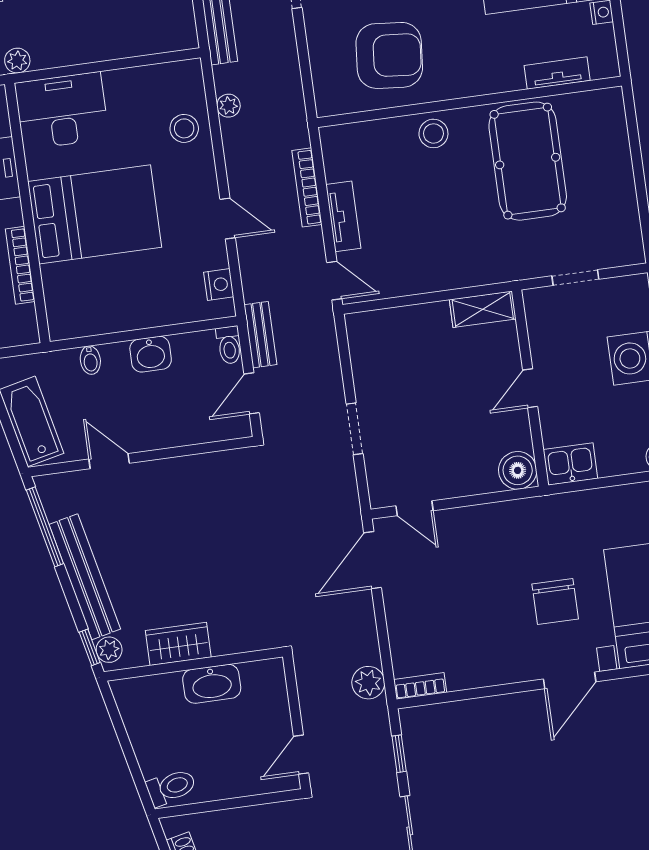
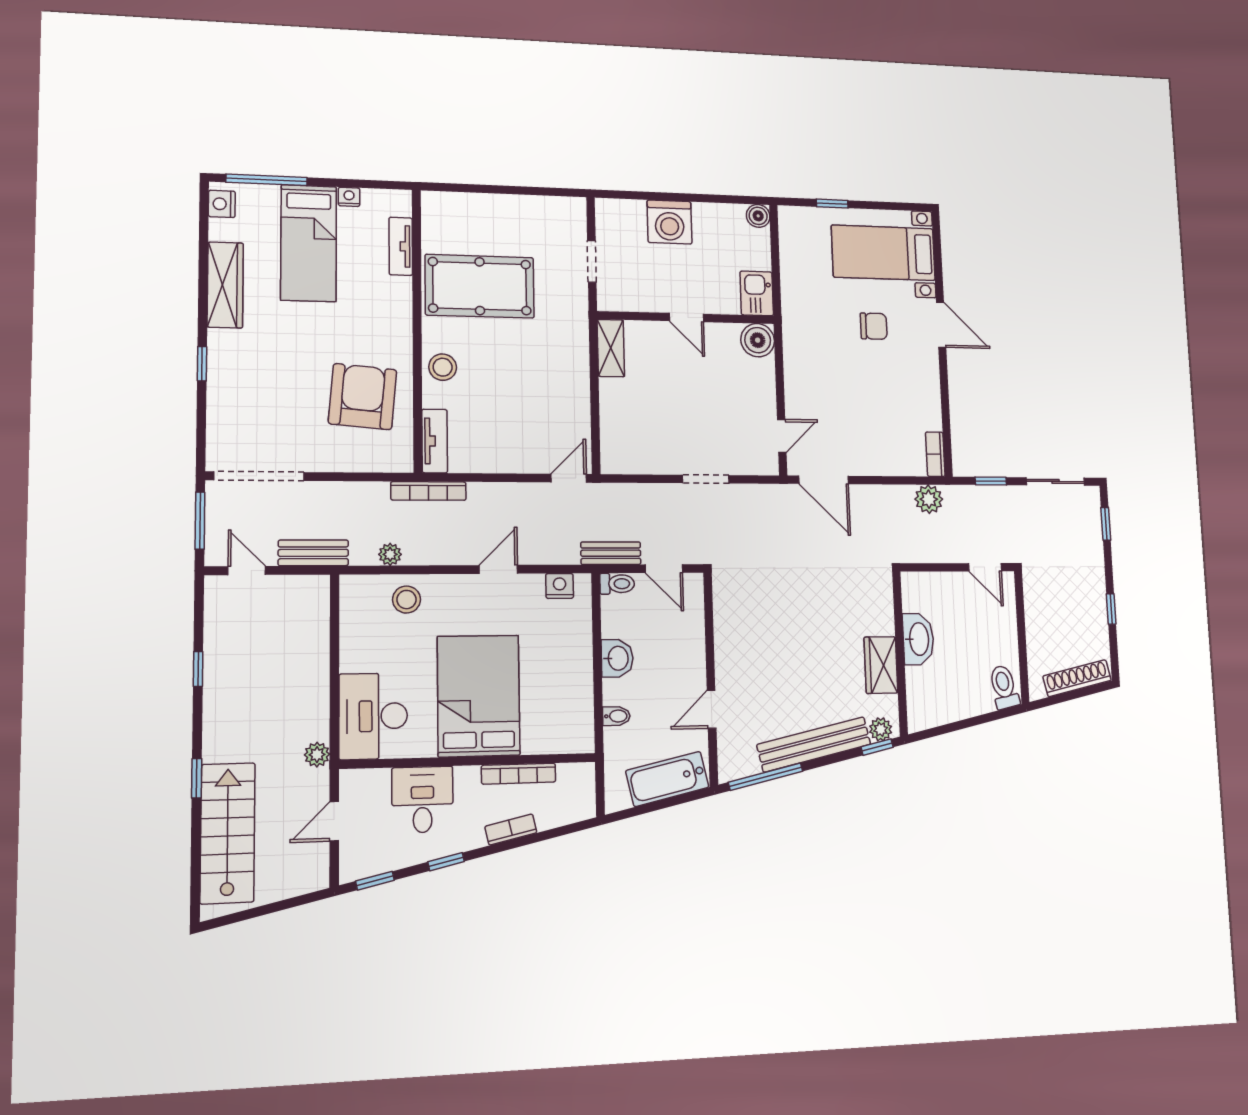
bookcase: (307, 187) -> (428, 491), moved
tv unit: (343, 216) -> (435, 441), moved, turned 90
chair: (555, 601) -> (874, 326), width x0.73, depth x0.73

